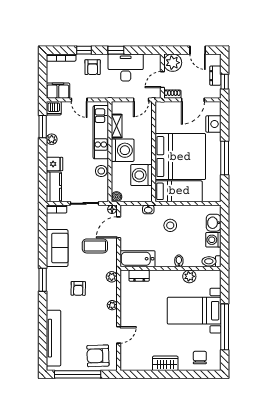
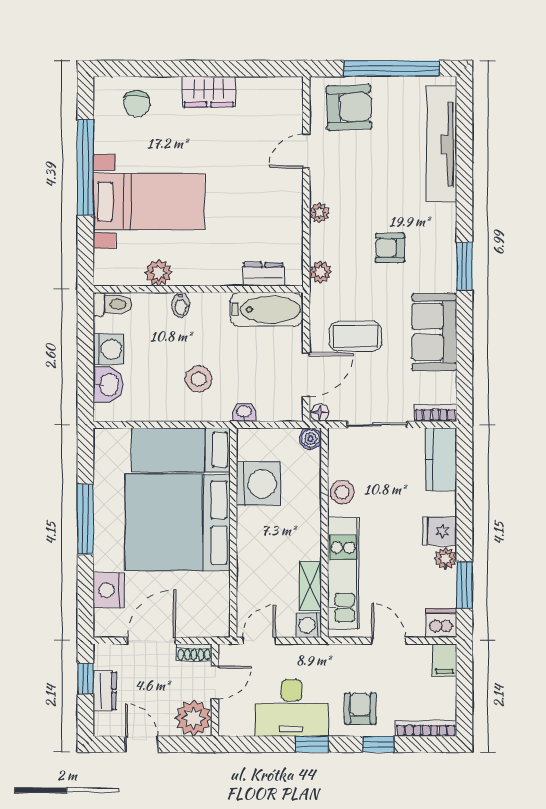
filing cabinet: (58, 91) -> (445, 660), width x0.50
washing machine: (123, 150) -> (309, 625), moved, width x0.53, depth x0.53
fridge: (54, 164) -> (440, 531), moved
armchair: (78, 288) -> (390, 248), turned -91

